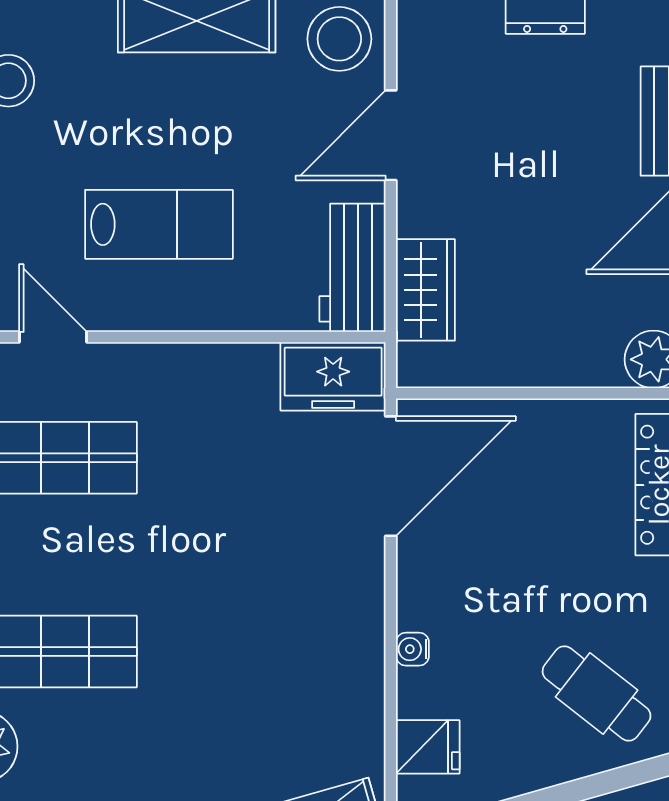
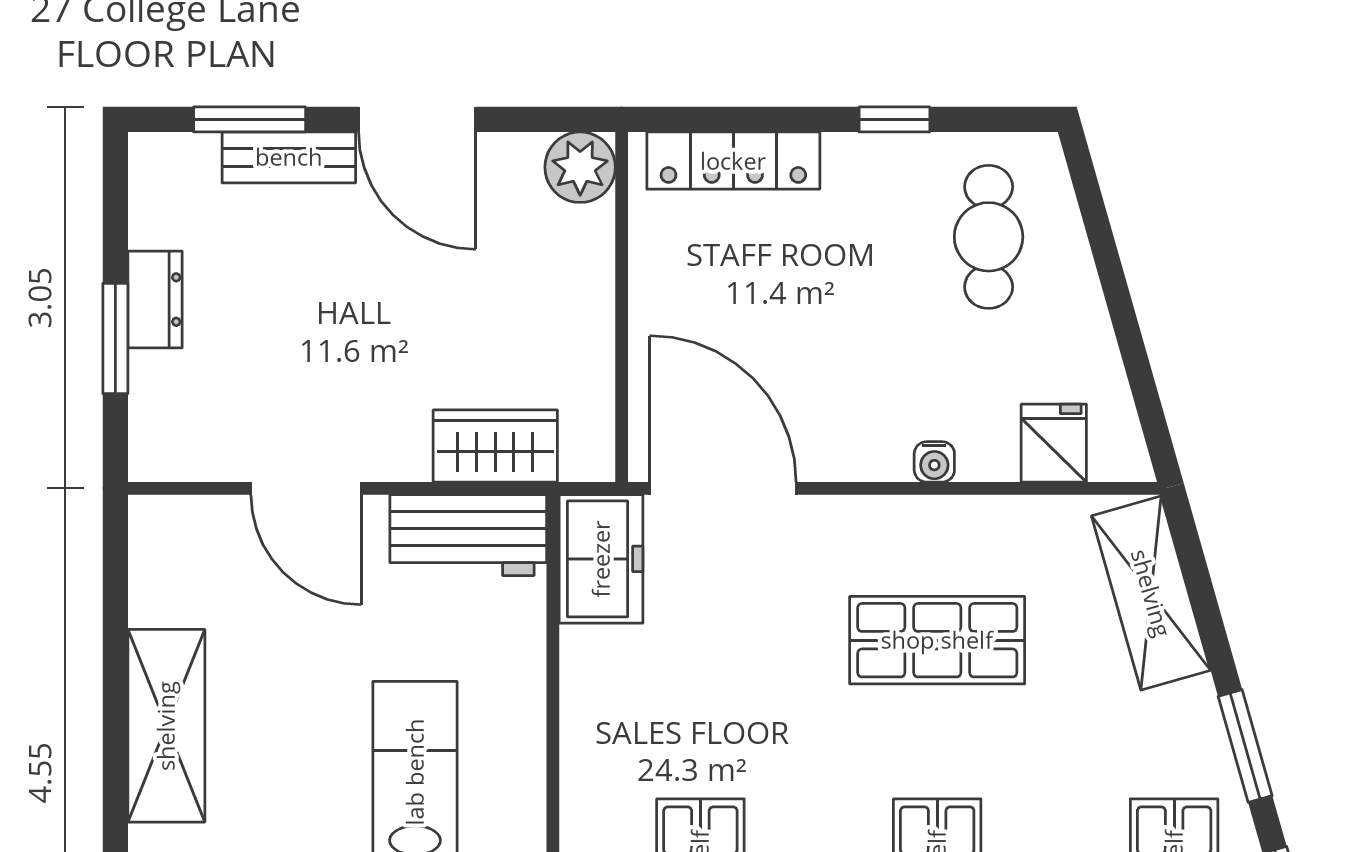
stool: (339, 39) -> (188, 551), removed
shop shelf: (267, 652) -> (937, 640), added
cafe table: (597, 693) -> (989, 237), turned -38

